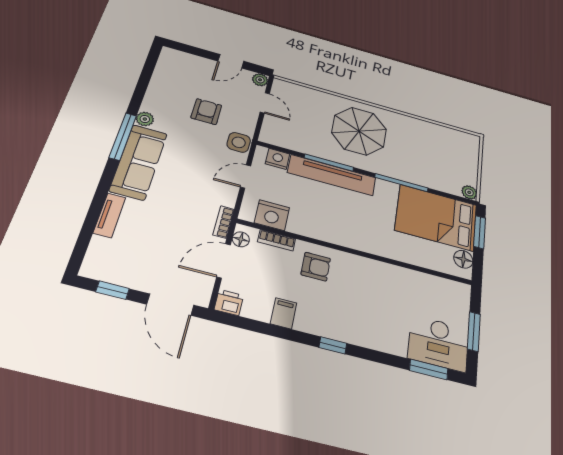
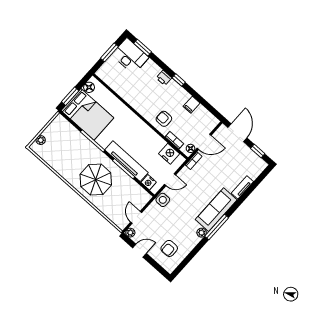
armchair: (206, 112) -> (169, 248), moved
plant: (469, 192) -> (41, 140), moved
printer: (229, 303) -> (164, 78), moved

